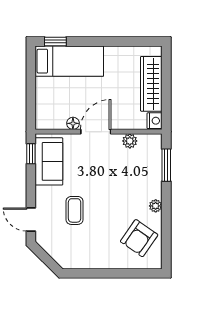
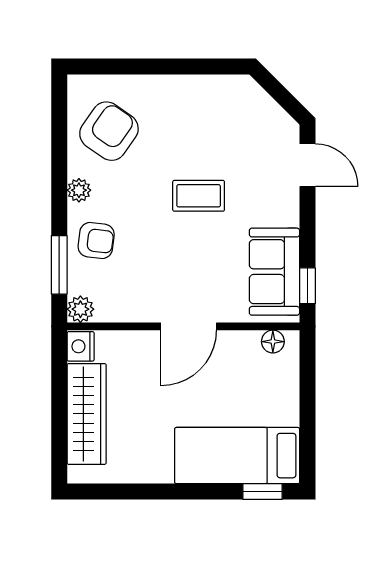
floor lamp: (73, 123) -> (273, 342), moved
plant: (130, 141) -> (80, 309), moved
armchair: (146, 178) -> (96, 241), added
coffee table: (75, 210) -> (199, 196), moved, turned 90

